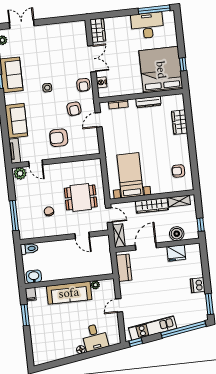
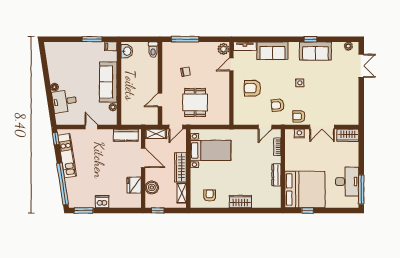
door: (99, 120) -> (265, 127), swing flipped
wardrobe: (180, 122) -> (240, 202), moved
armchair: (59, 138) -> (252, 88), turned -90

